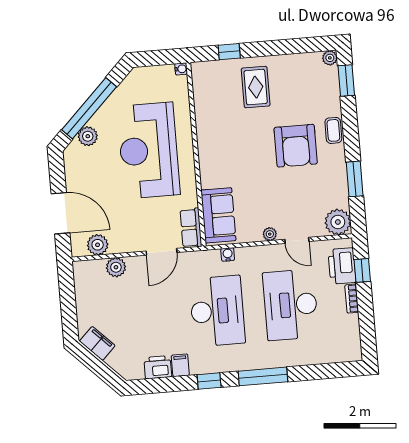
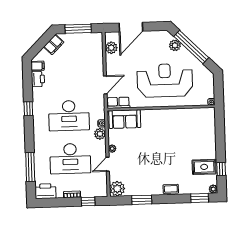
window: (229, 52) -> (221, 169), moved
rug: (256, 87) -> (204, 167), moved
armchair: (296, 146) -> (163, 166), removed
door: (162, 252) -> (105, 85), swing flipped
printer: (342, 266) -> (45, 191), moved
plant: (116, 267) -> (100, 134), moved
window: (68, 303) -> (78, 29), added
desk: (291, 305) -> (70, 159), turned 180
filing cabinet: (180, 365) -> (38, 66), moved
window: (263, 376) -> (30, 167), moved

